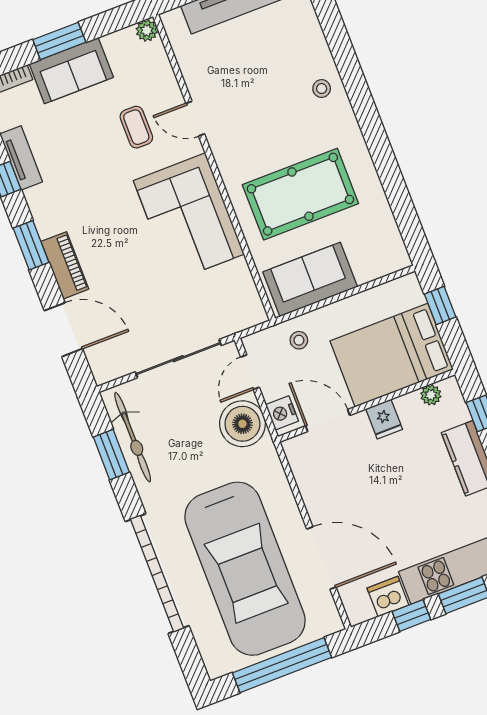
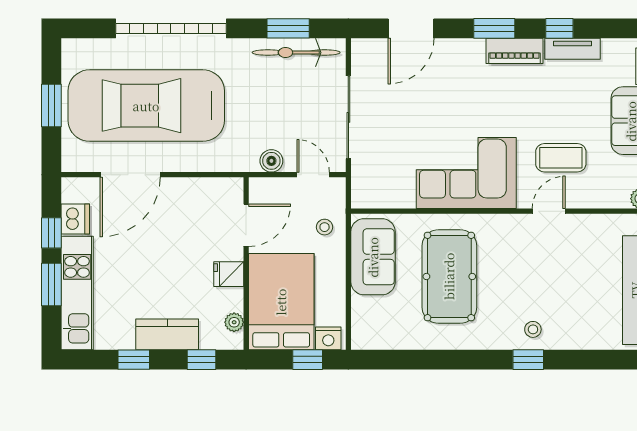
window: (354, 81) -> (528, 360), added
coffee table: (136, 127) -> (561, 158), width x1.36, depth x1.30
piano: (65, 265) -> (515, 51), moved
nightstand: (282, 413) -> (328, 338), moved, turned 180
boiler: (242, 424) -> (271, 161), width x0.54, depth x0.54
window: (282, 665) -> (51, 106), width x0.47

